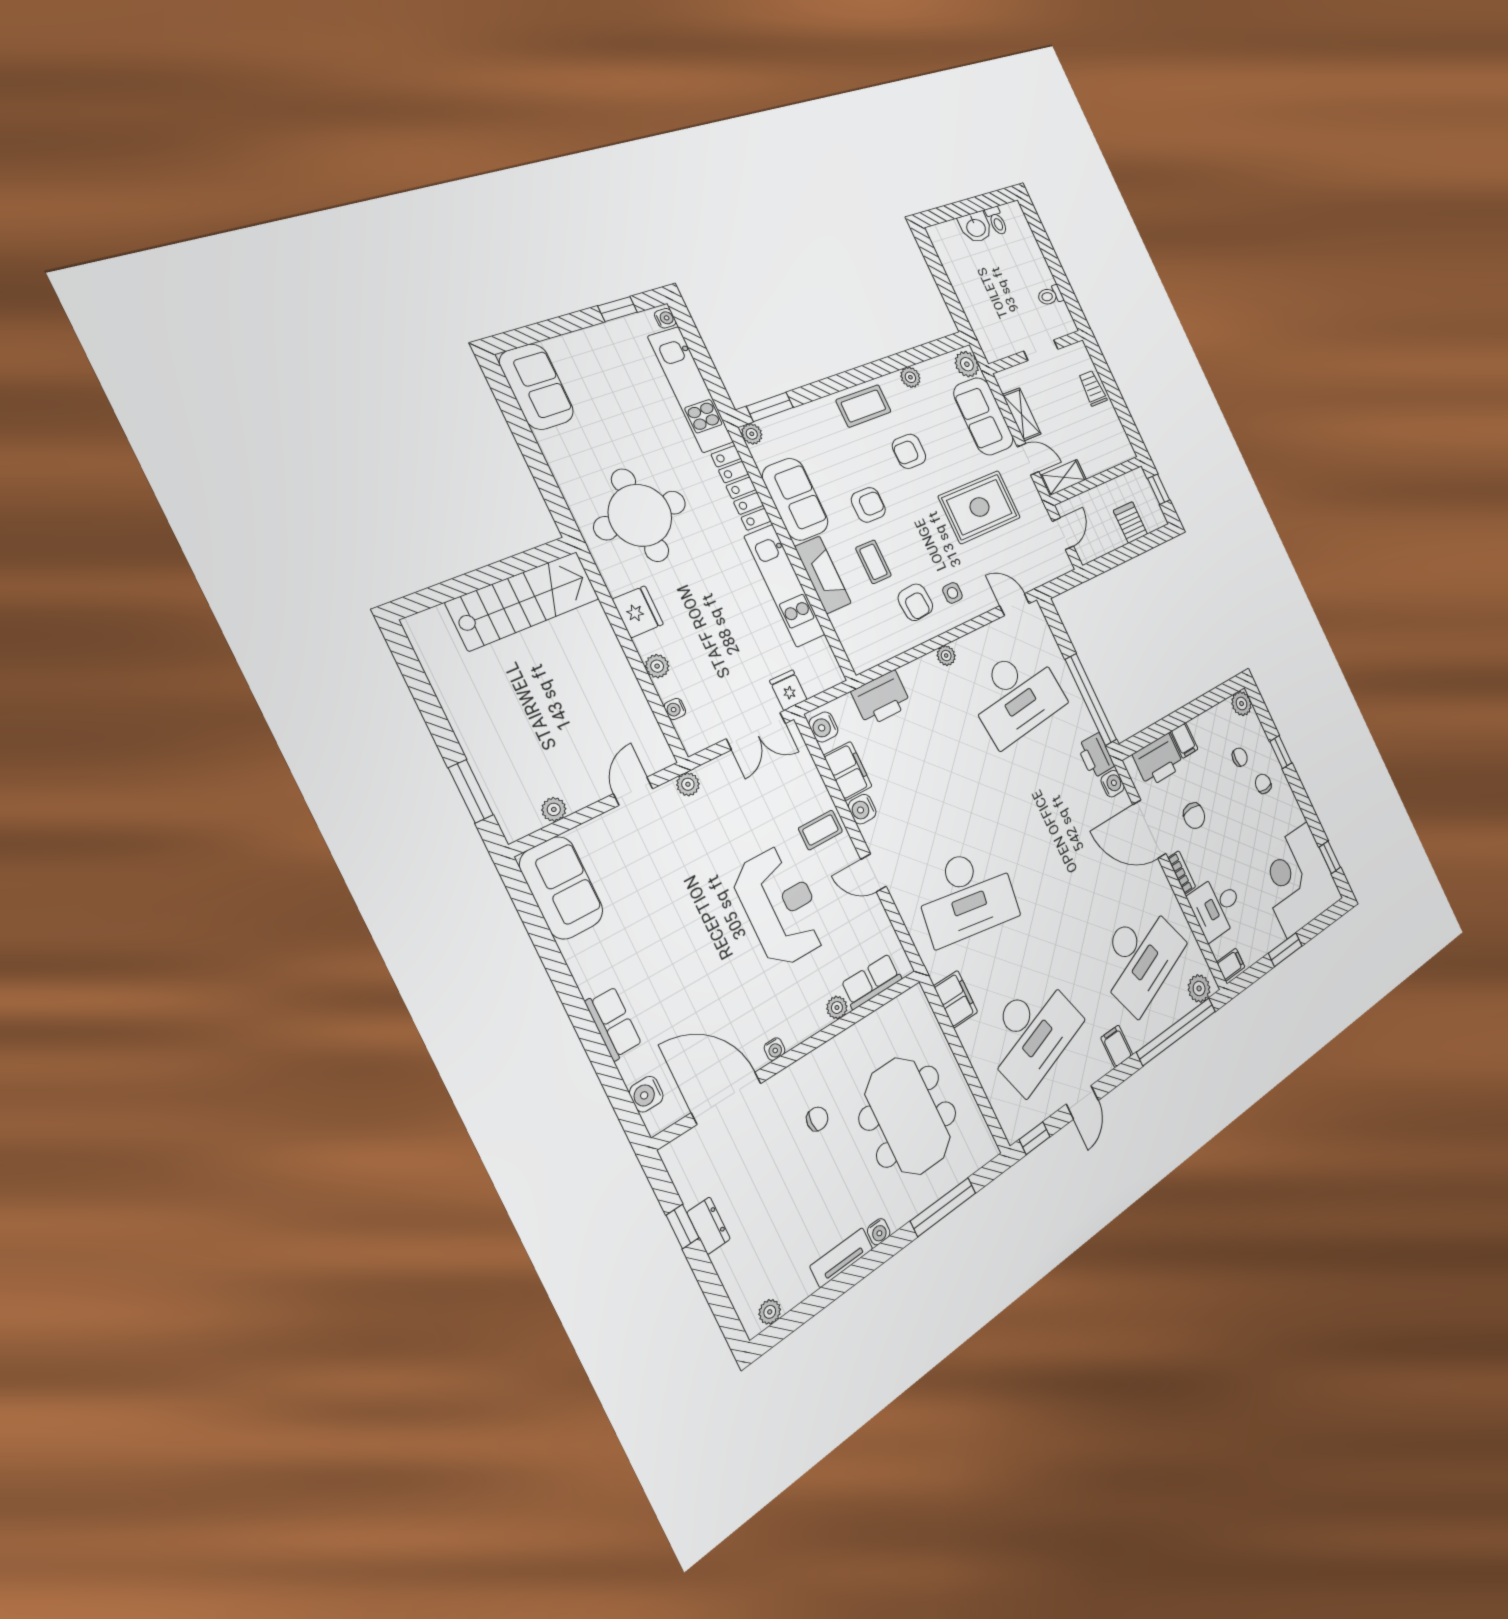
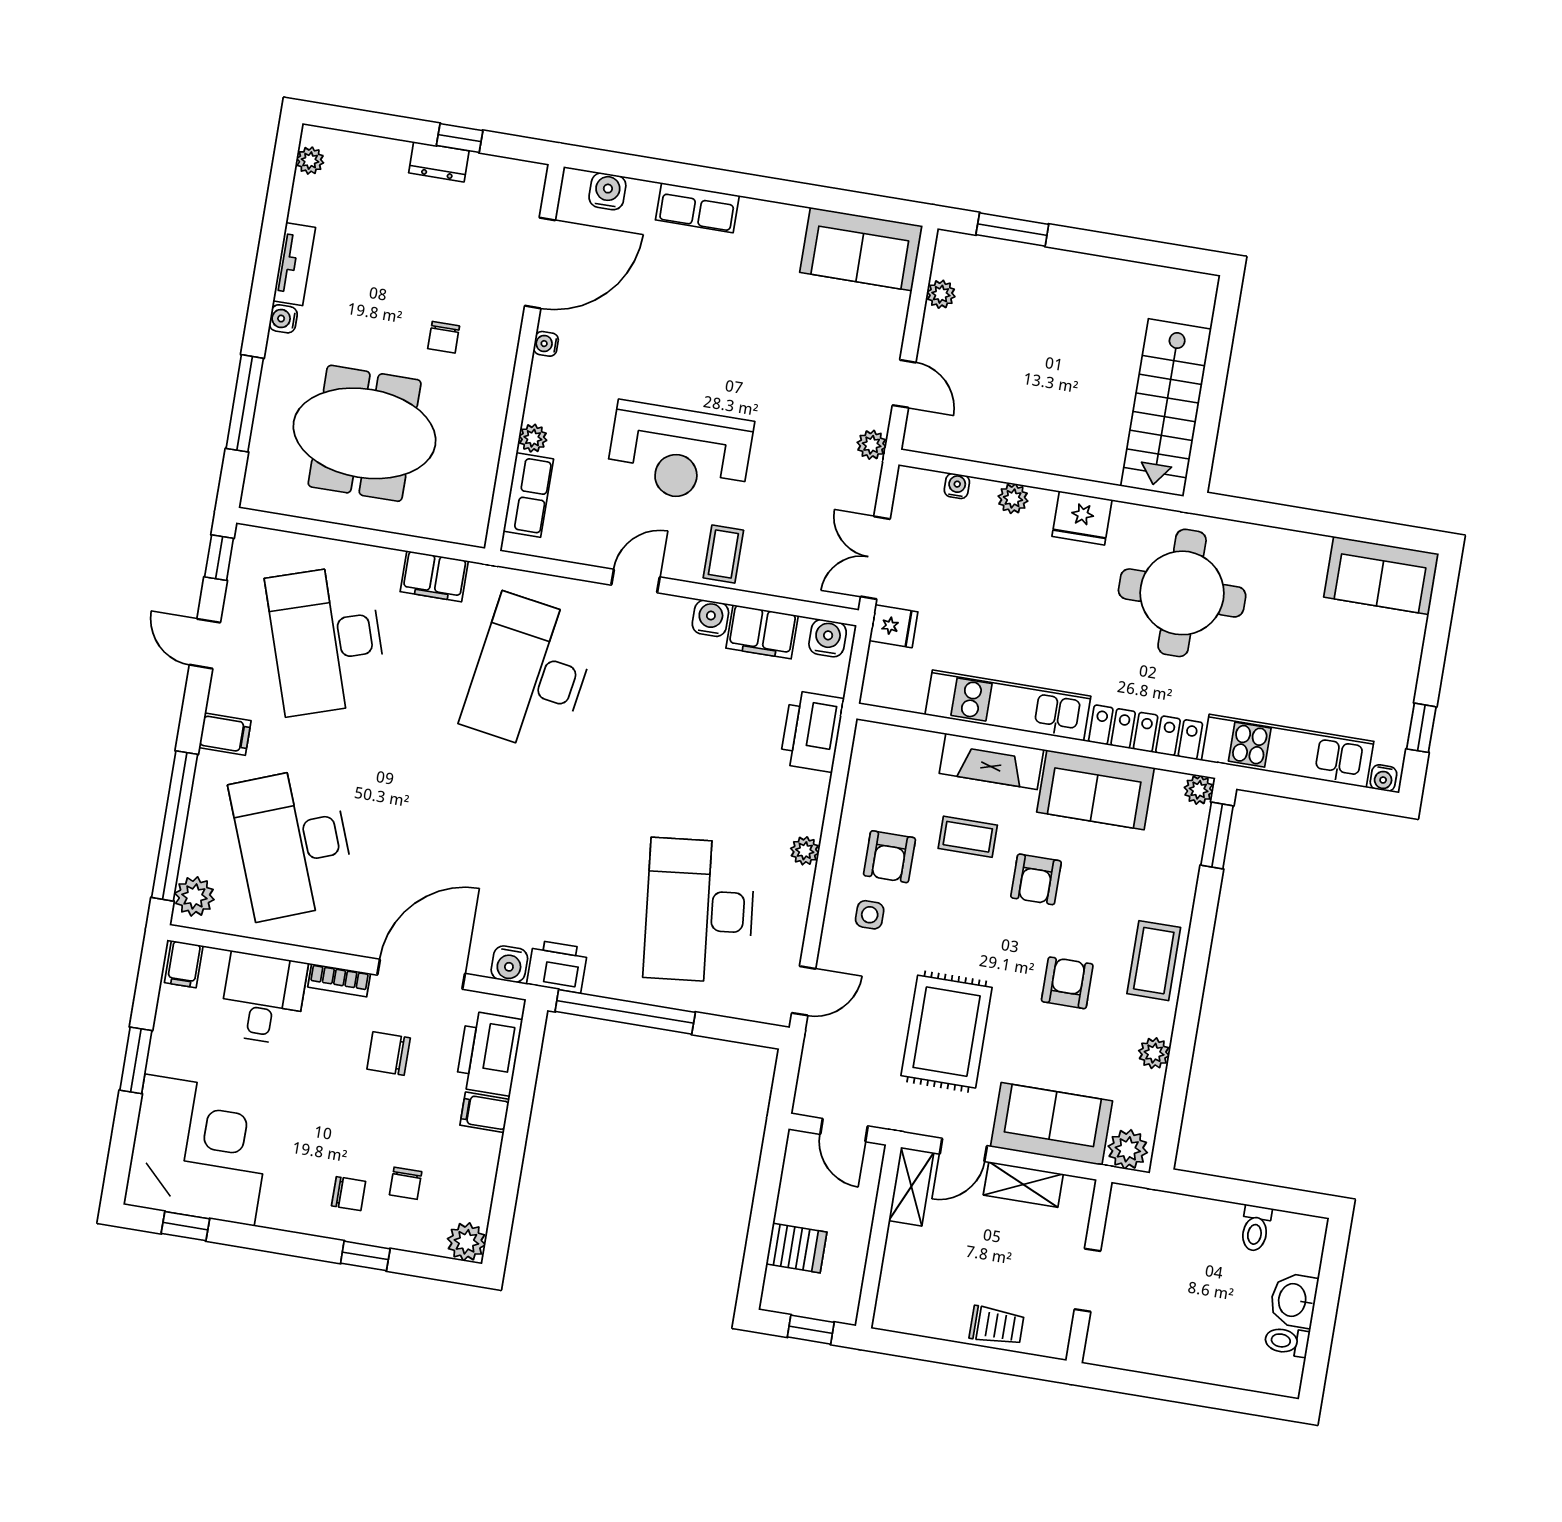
toilet: (1050, 296) -> (1255, 1228), moved, turned 180
armchair: (915, 602) -> (889, 857), turned -85

